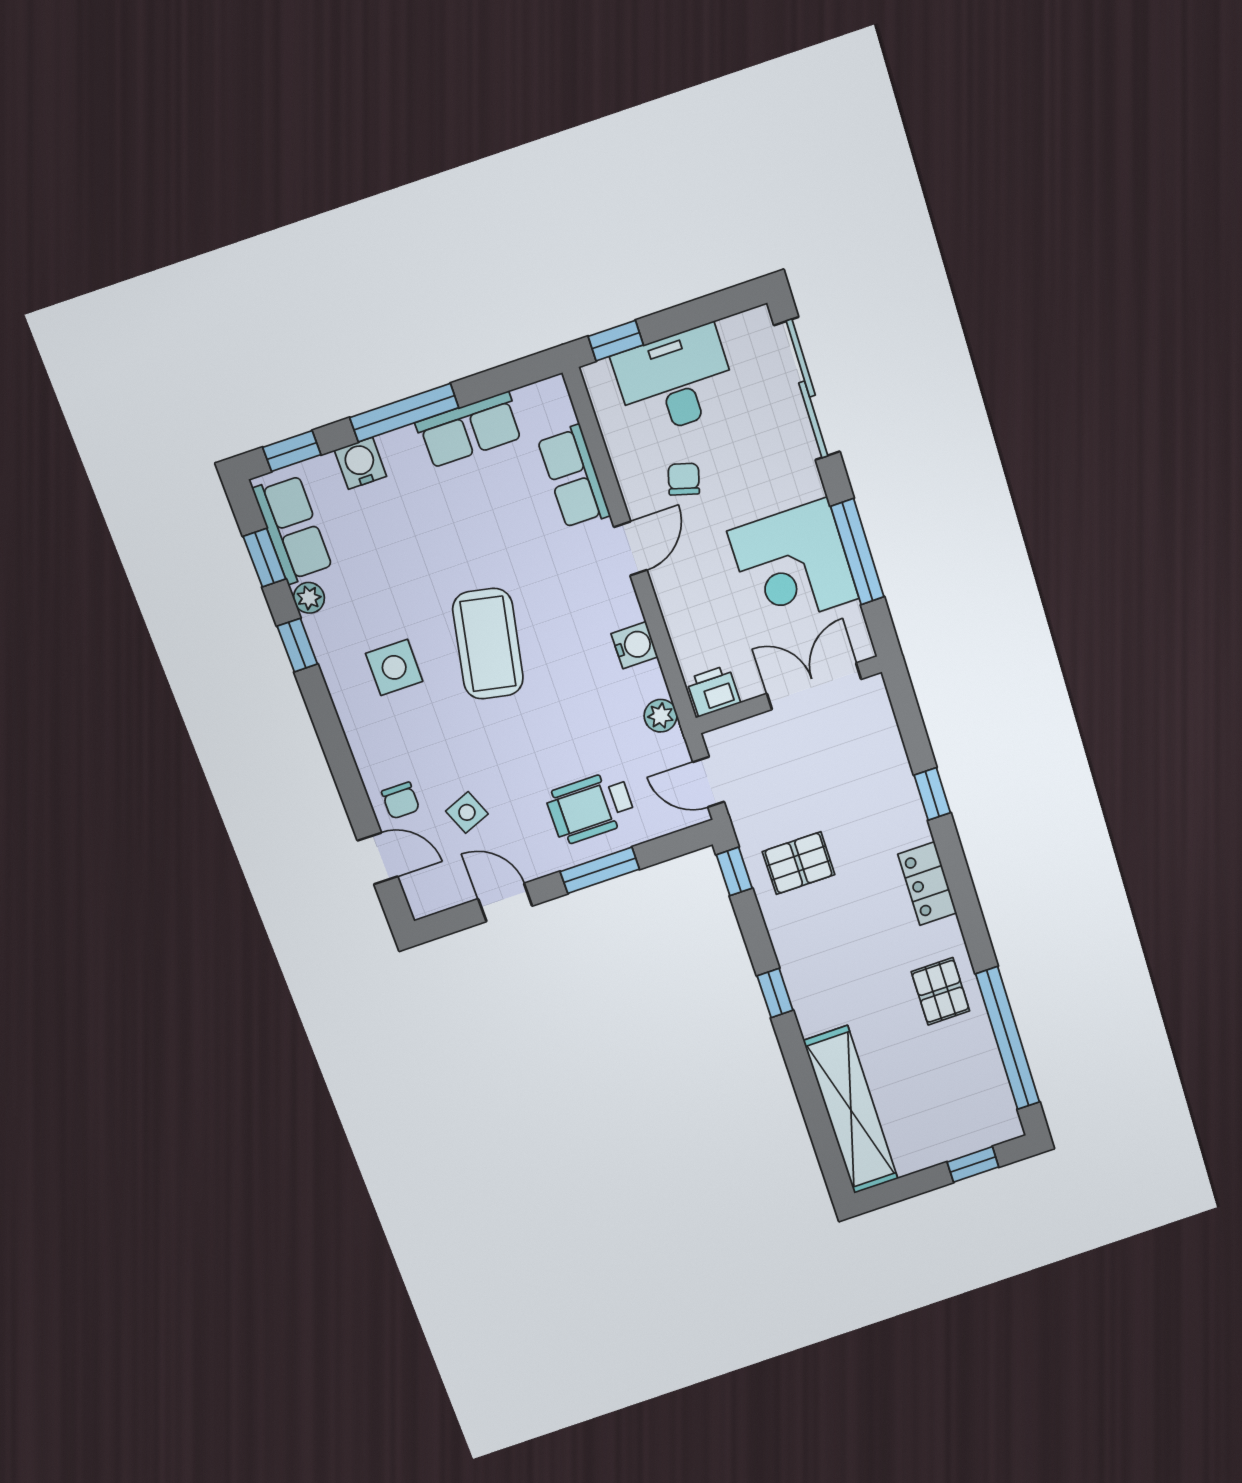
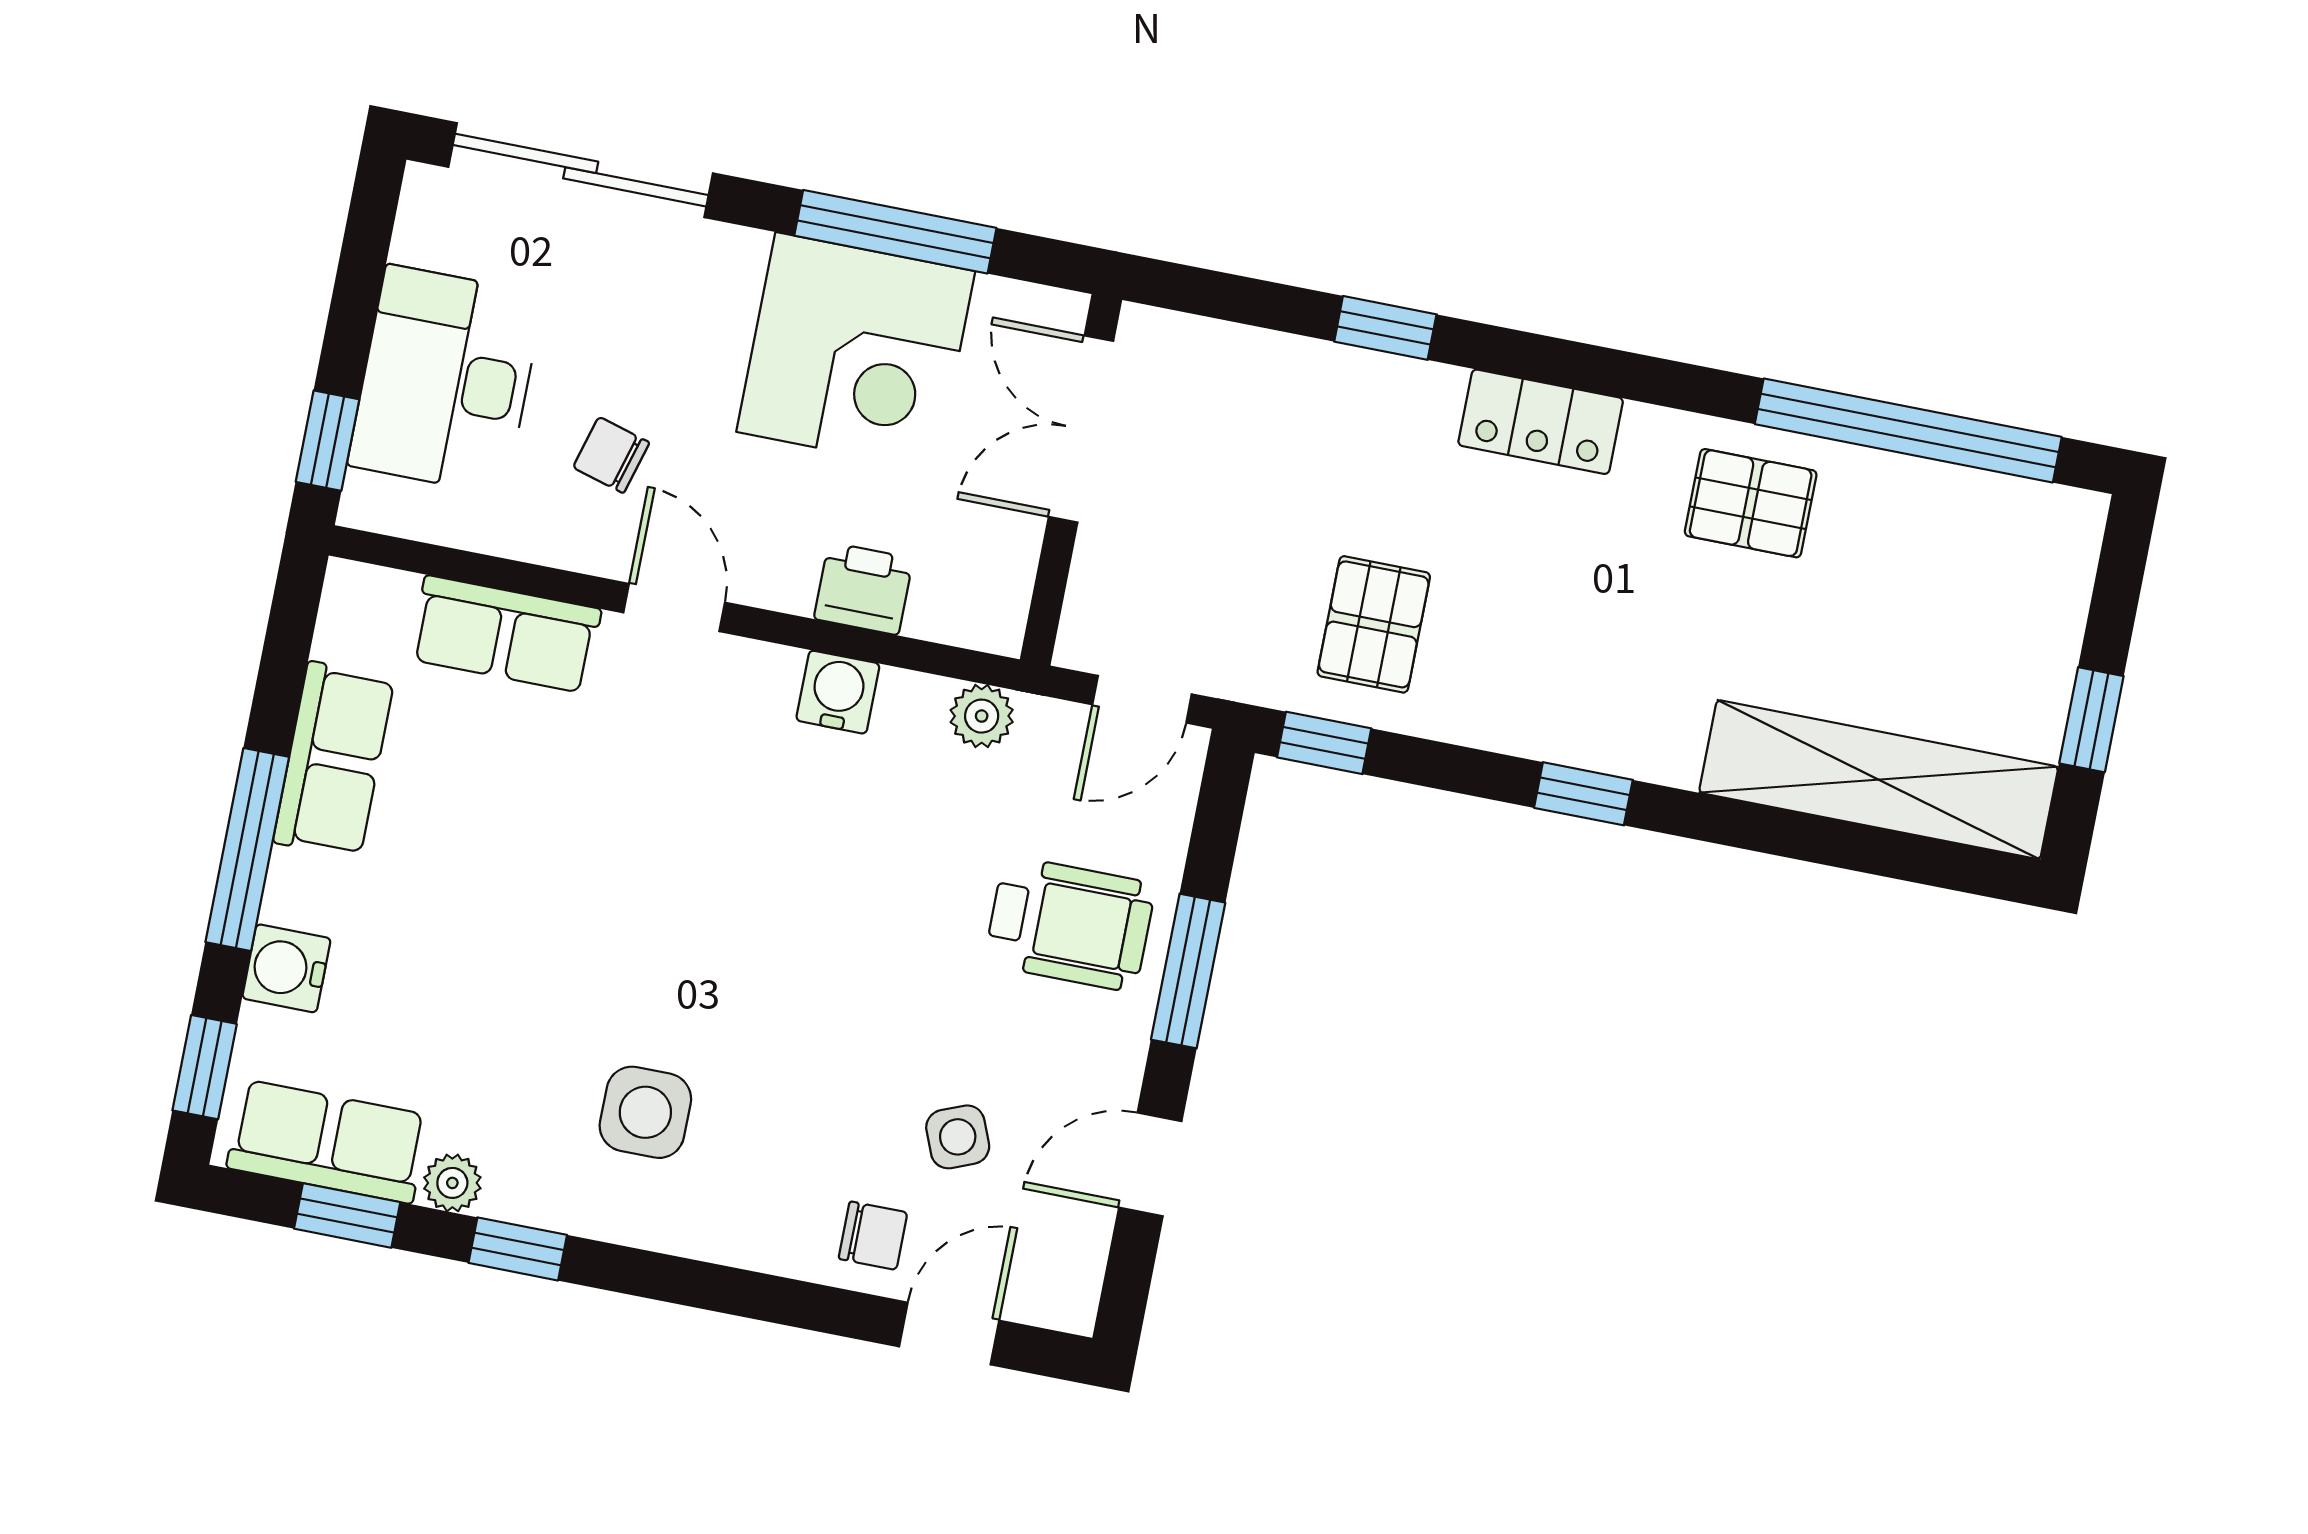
coffee table: (488, 644) -> (696, 934), removed
printer: (713, 691) -> (863, 589), moved, turned 90
wheelchair: (591, 807) -> (1070, 924), turned -90
window: (973, 1165) -> (2091, 720), moved

